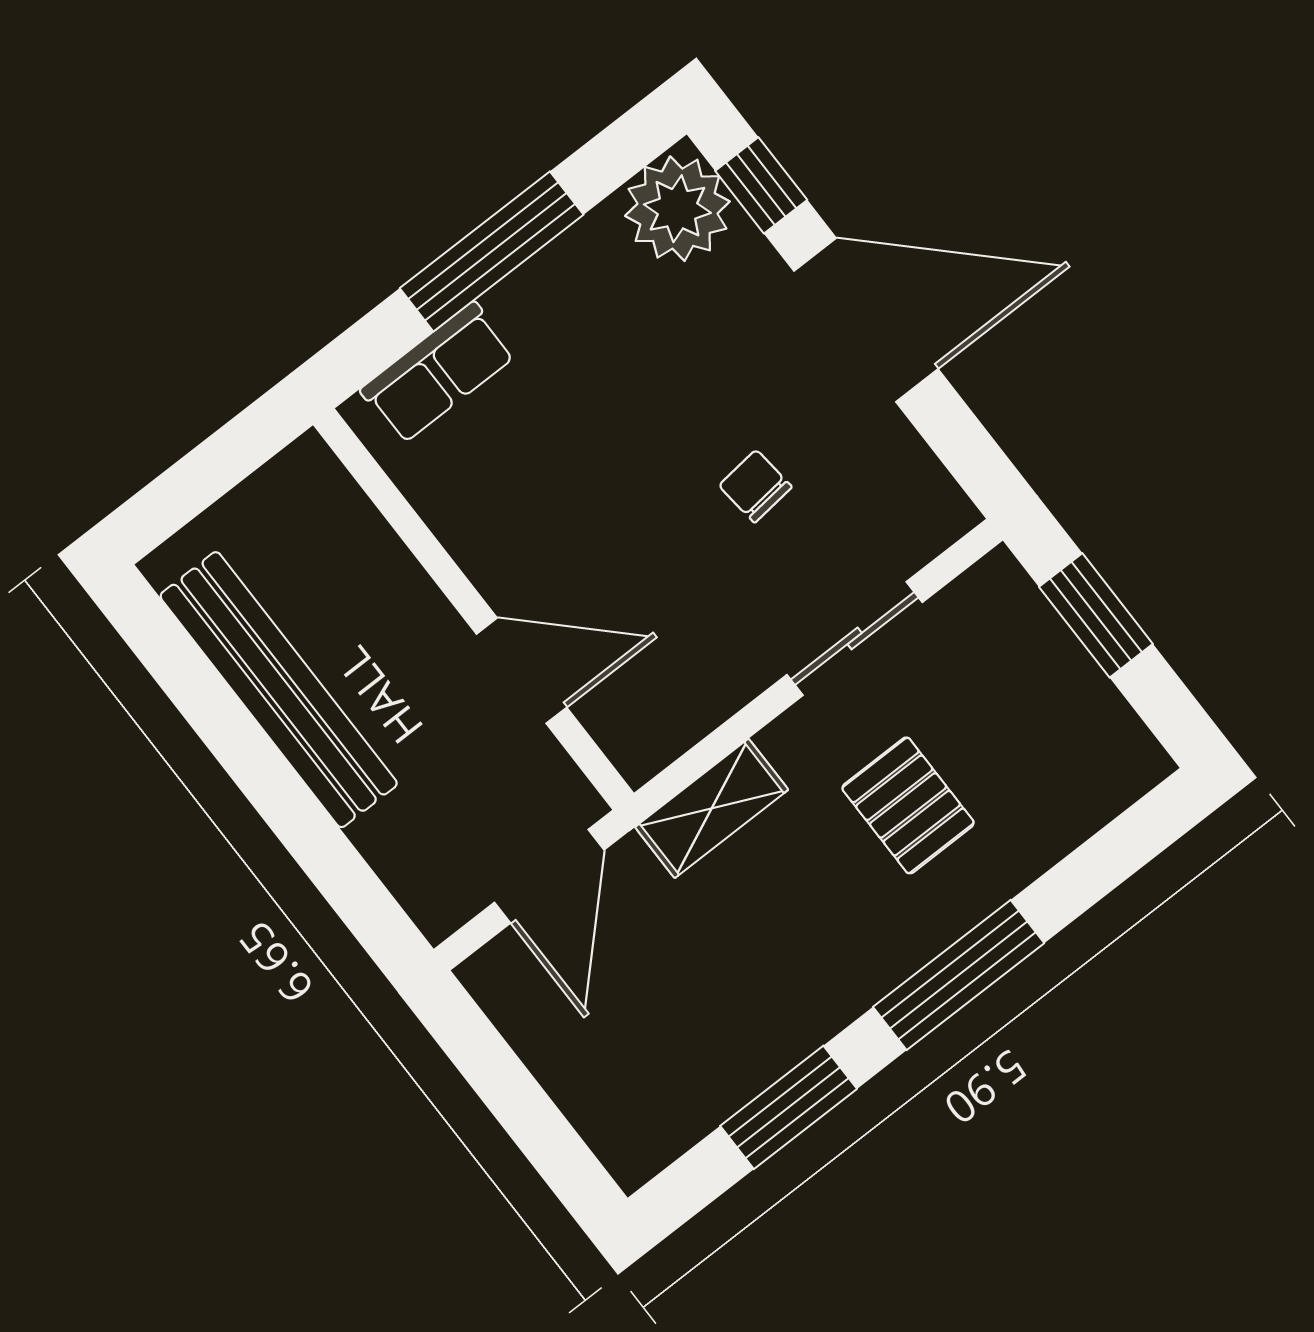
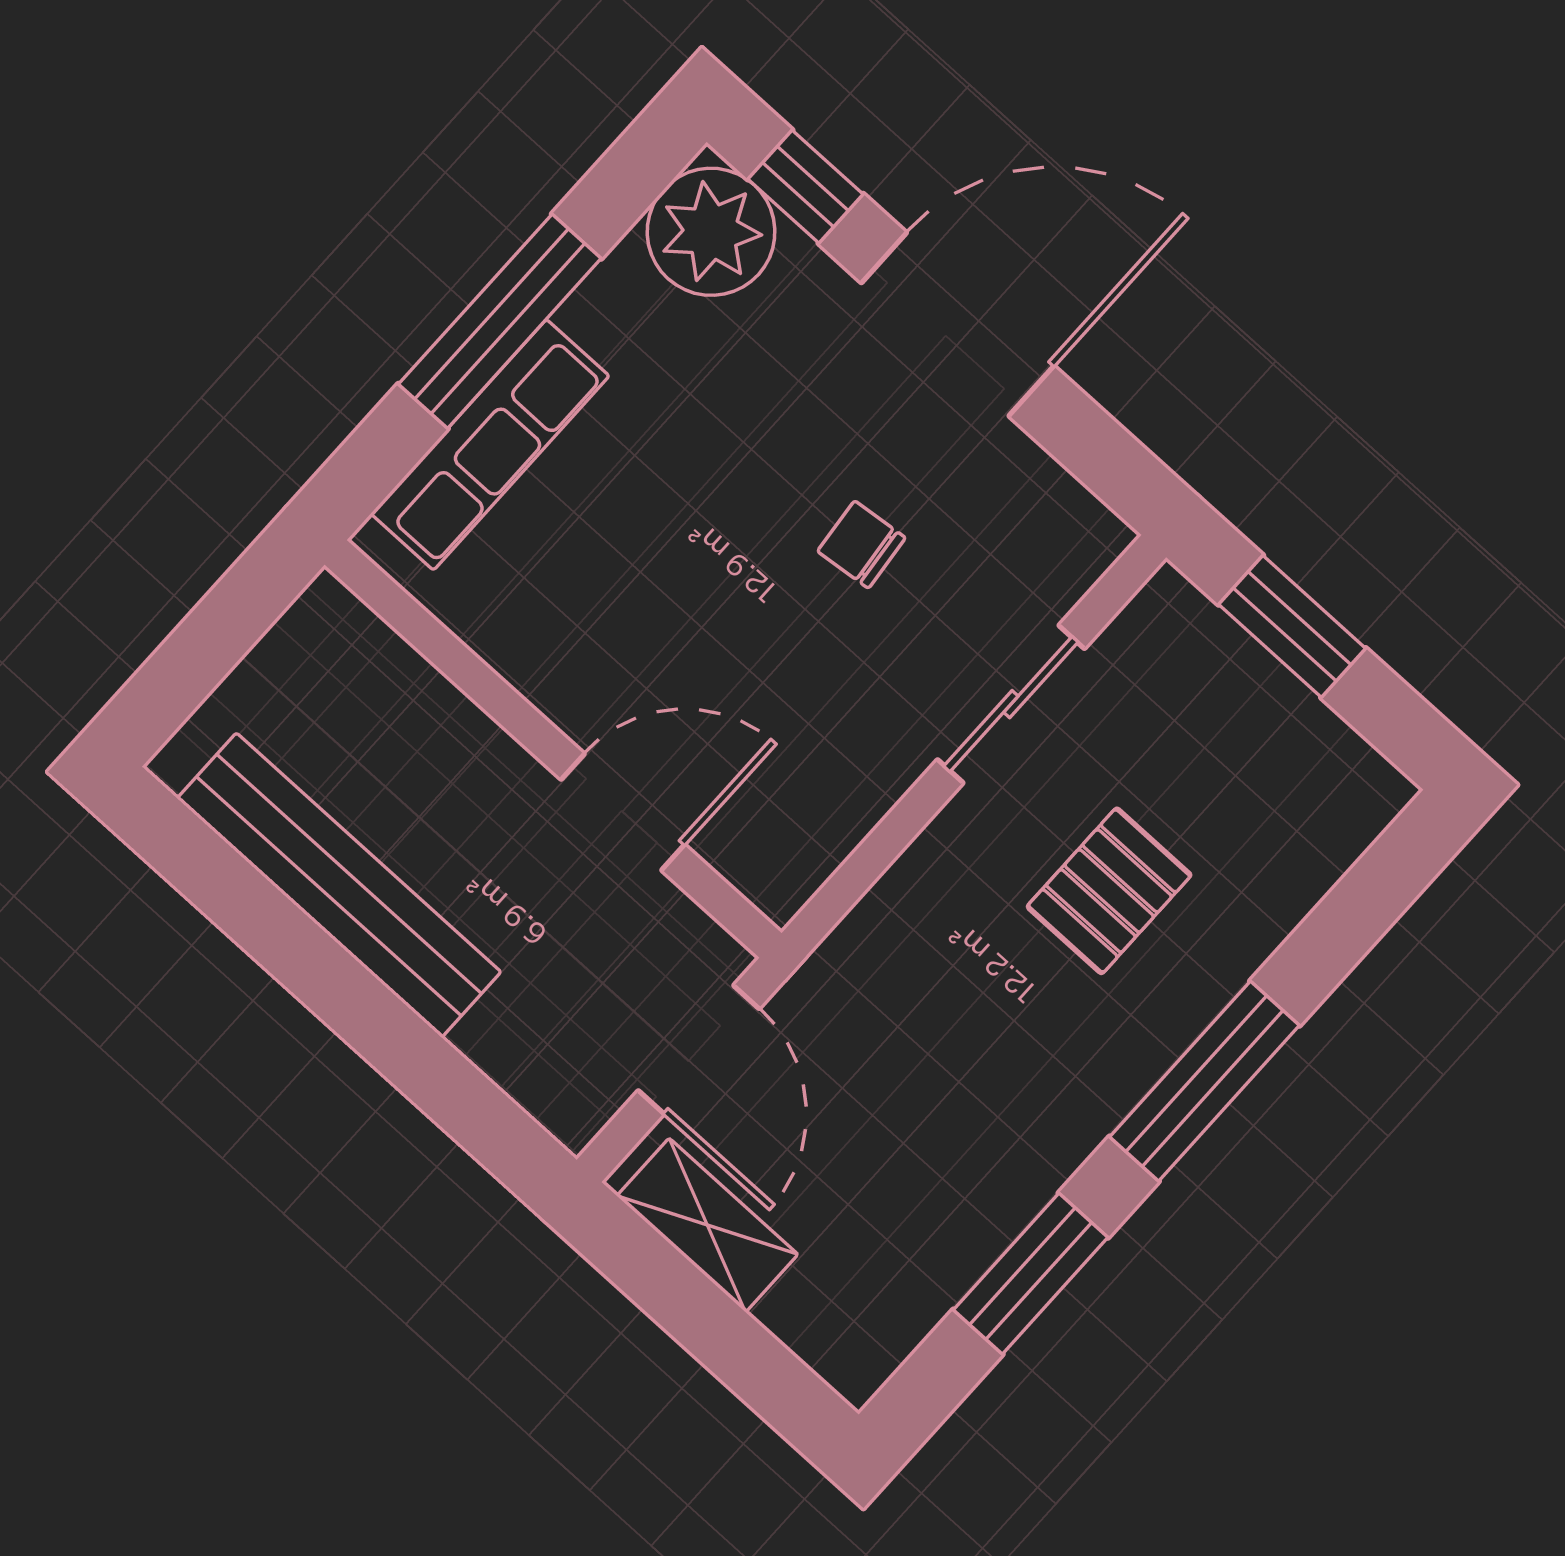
row of seats: (438, 373) -> (490, 445), width x1.48
pallet: (908, 805) -> (1109, 891), turned 90
shelving: (712, 808) -> (707, 1225), moved, turned 90

